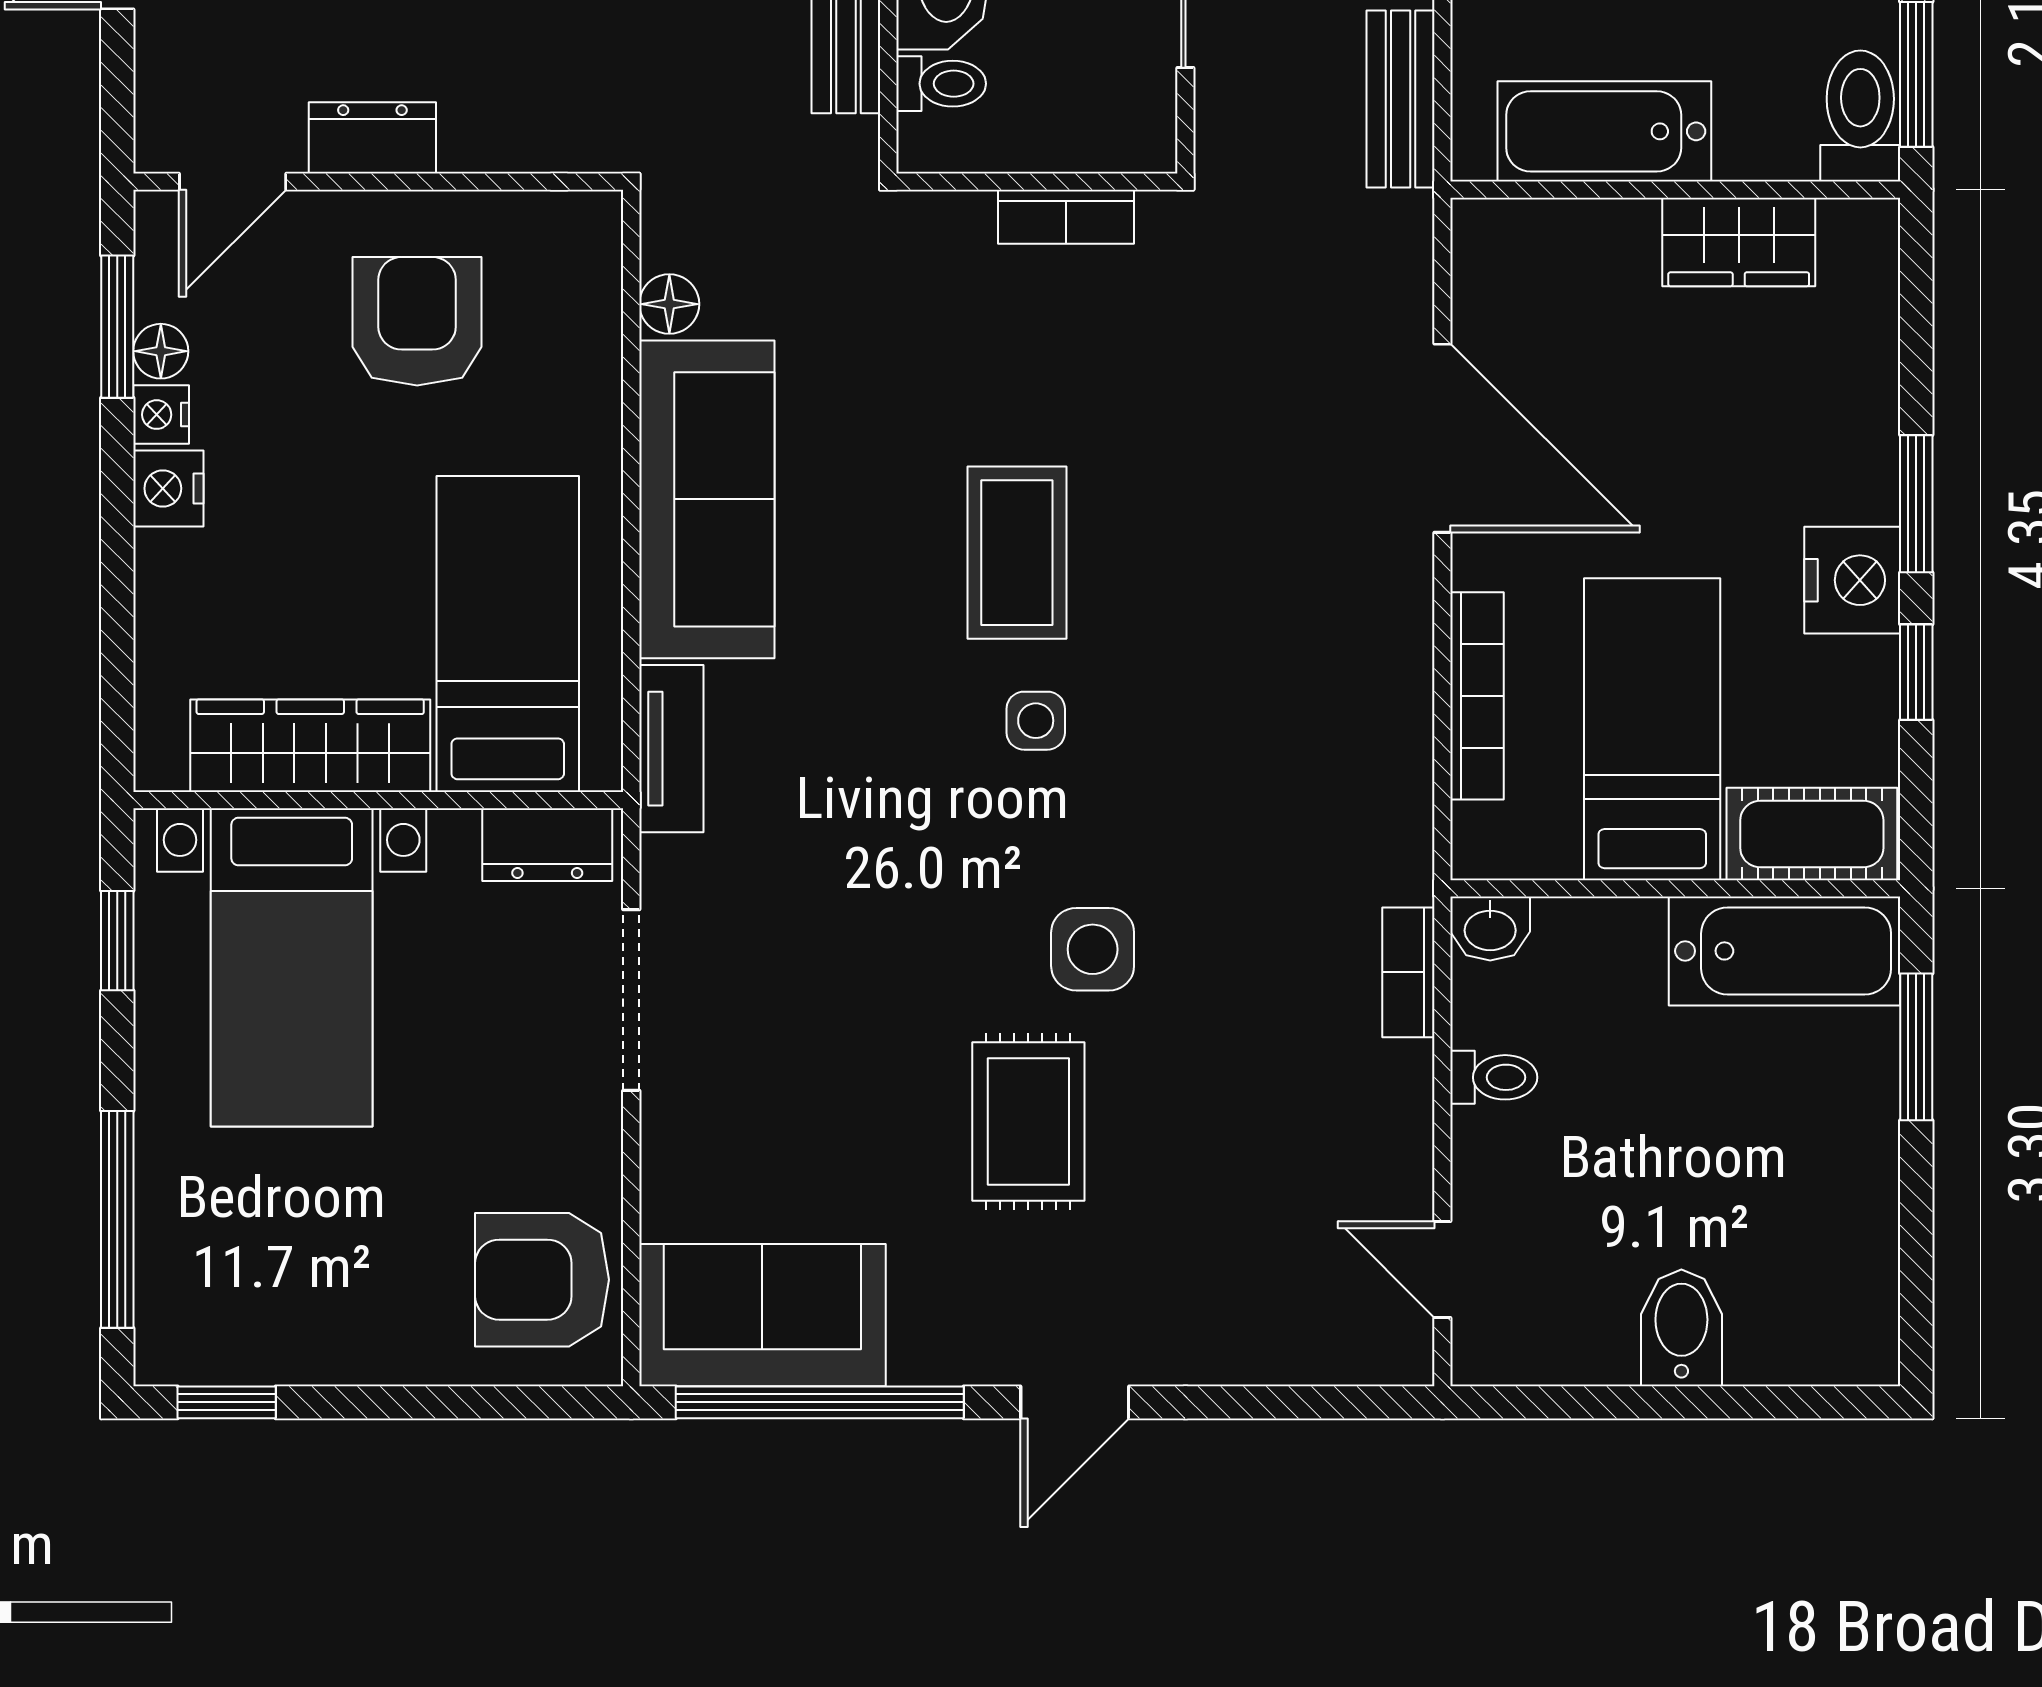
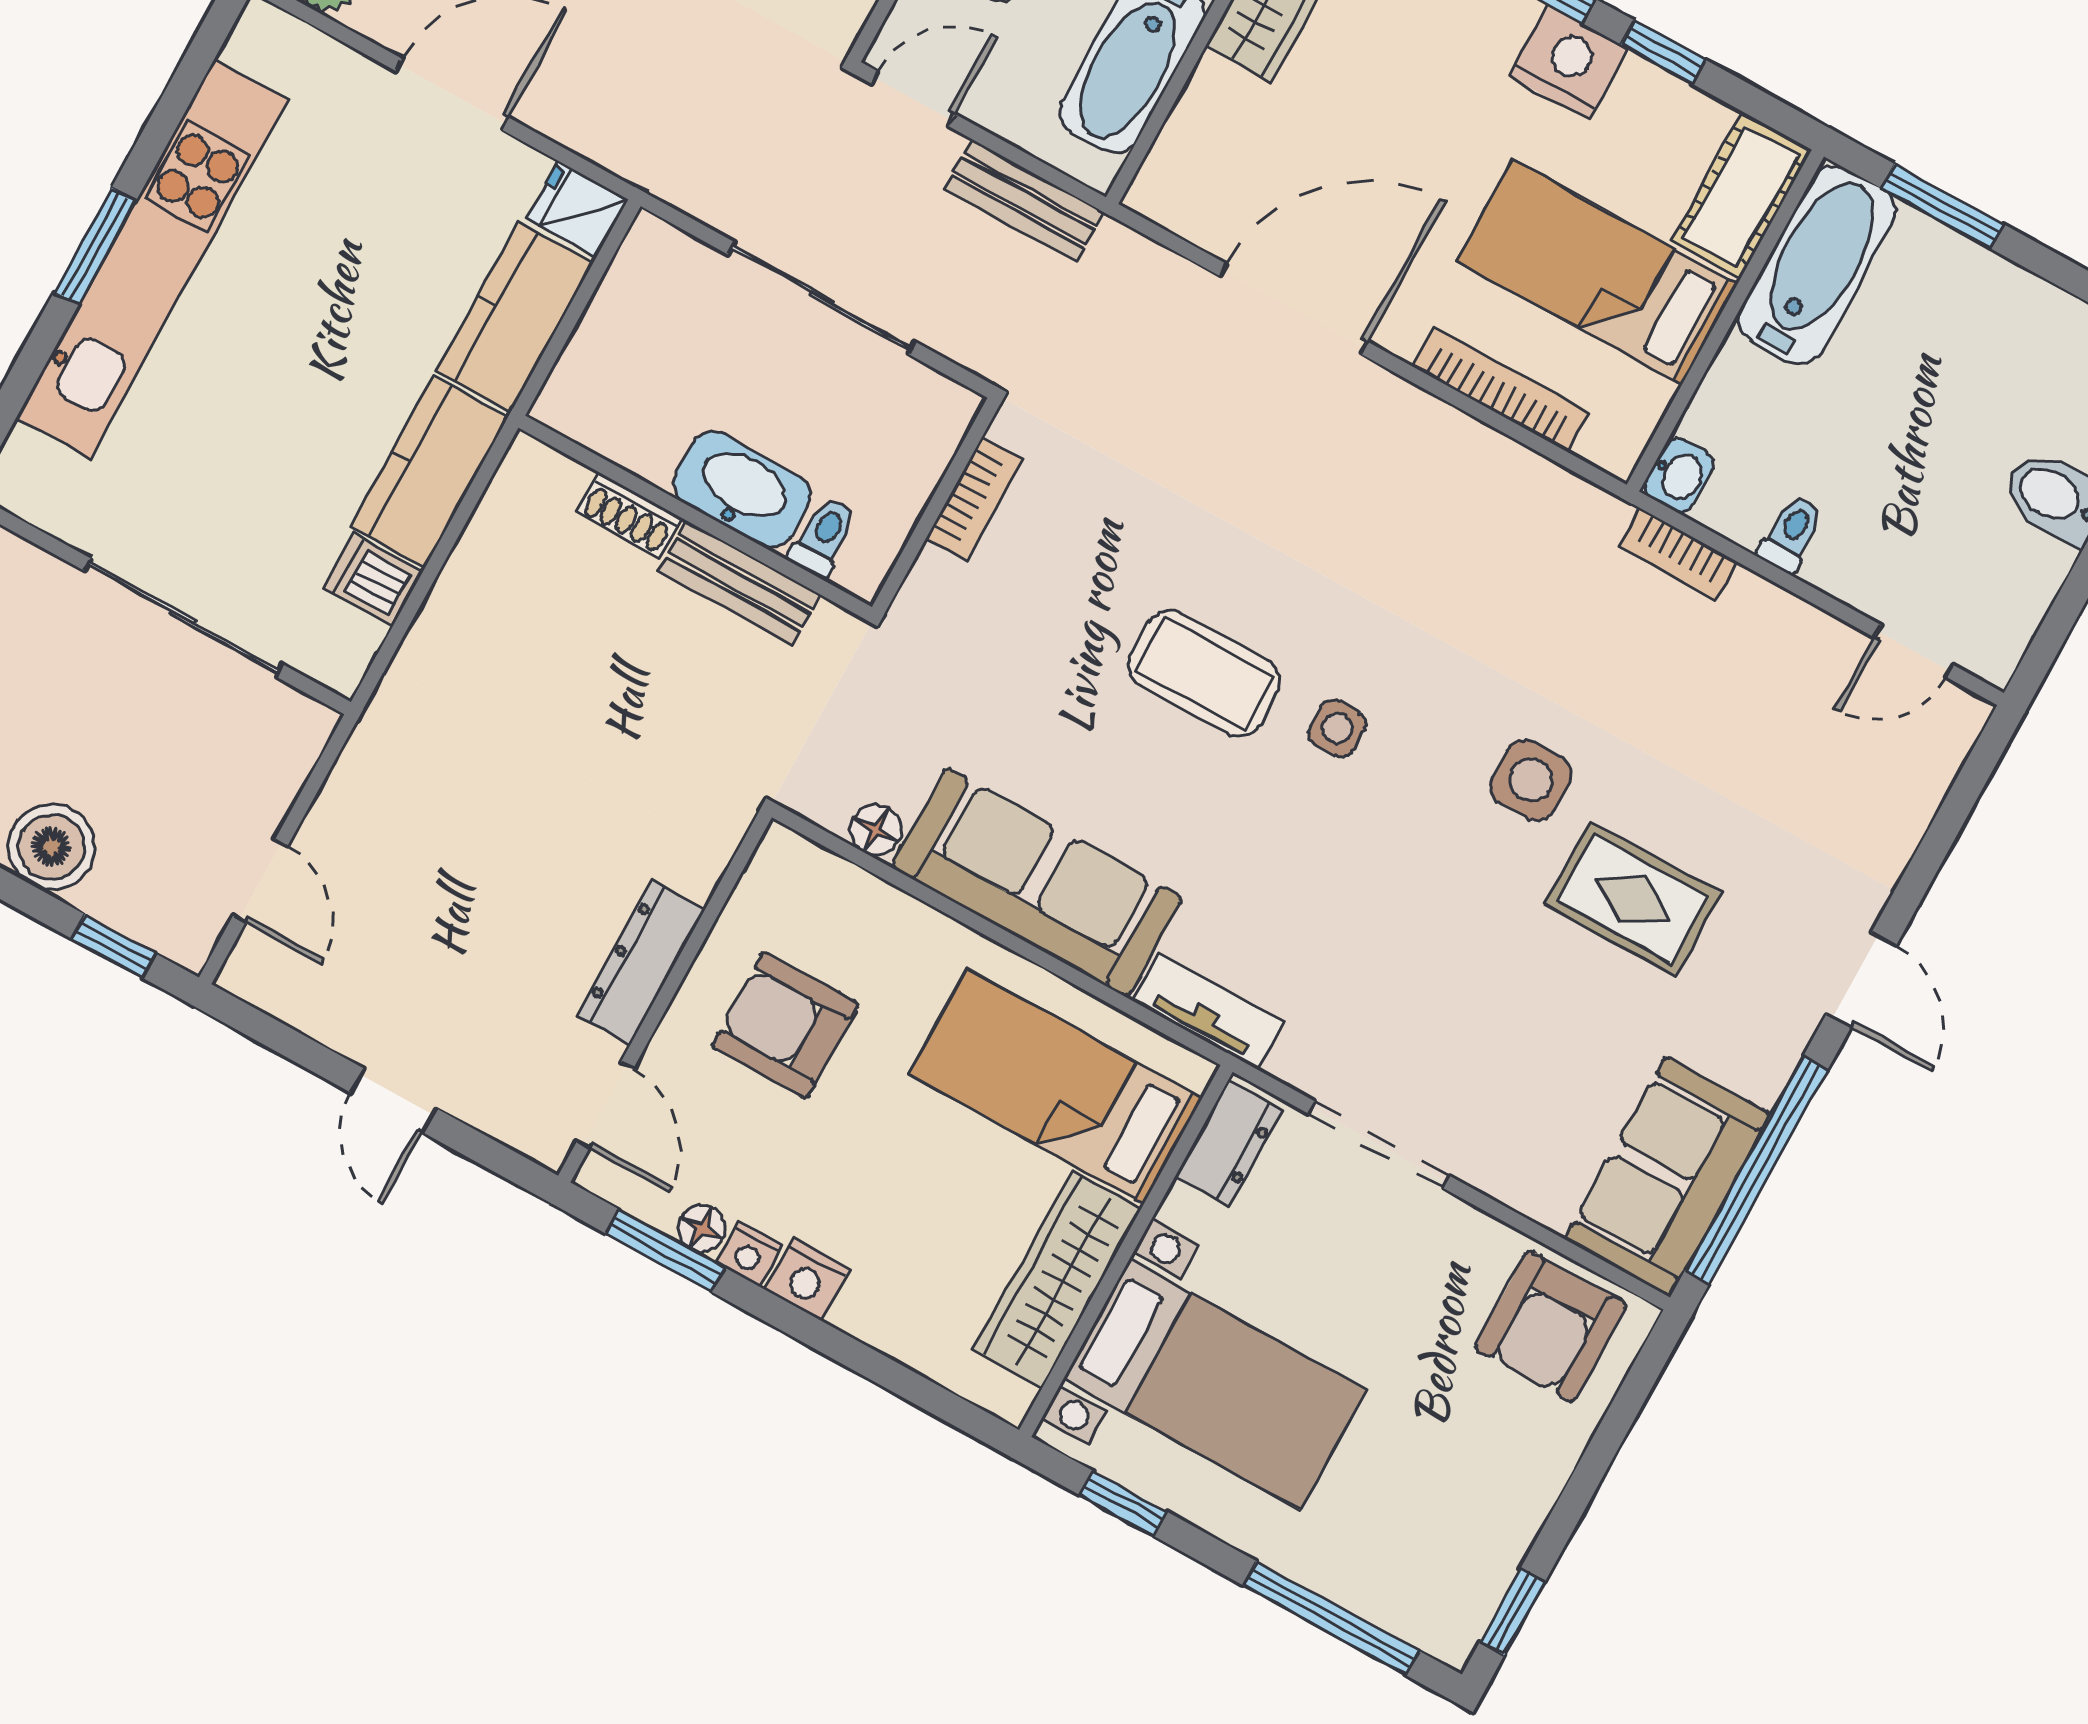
dresser: (372, 138) -> (641, 962), width x1.44

